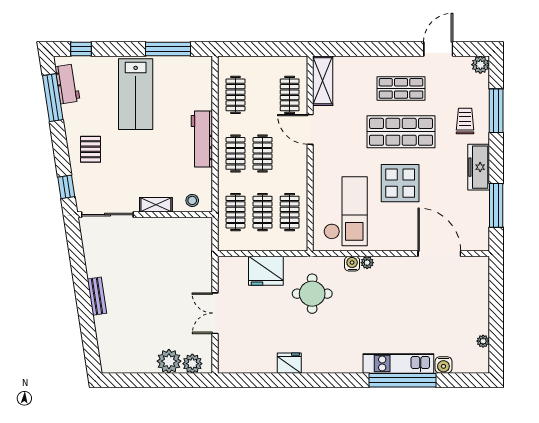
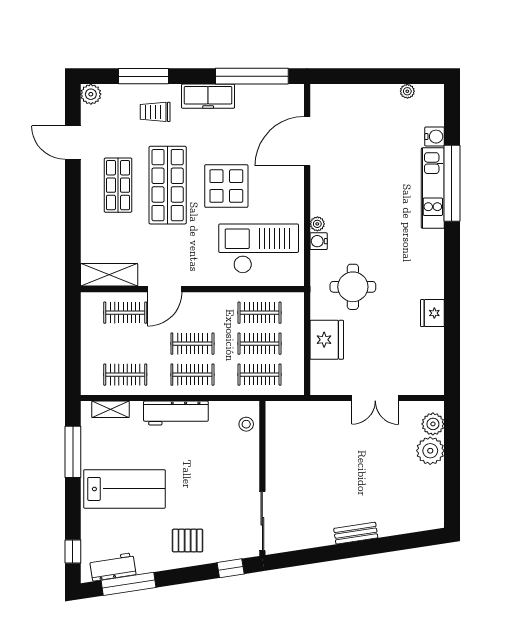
shelving: (156, 205) -> (110, 409), moved, turned 90
window: (496, 205) -> (252, 76), width x1.46

